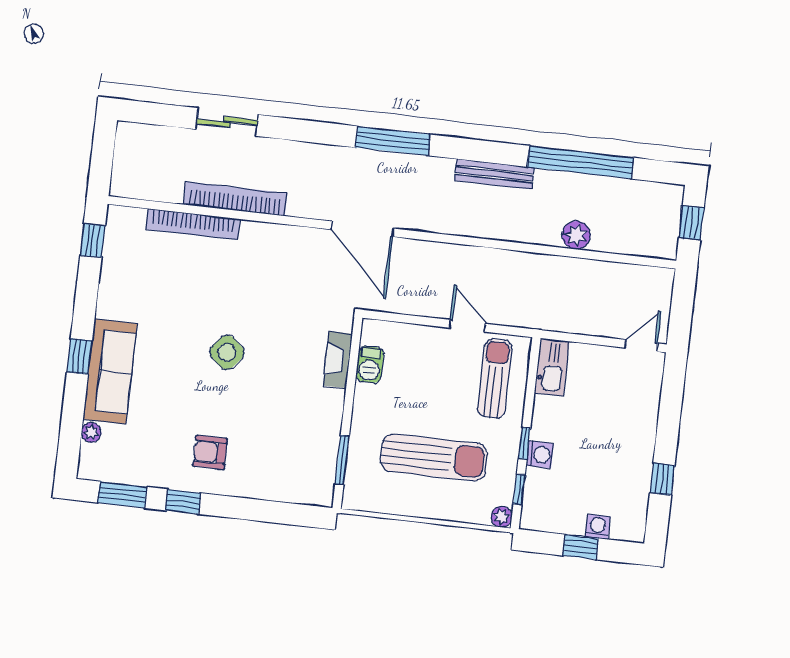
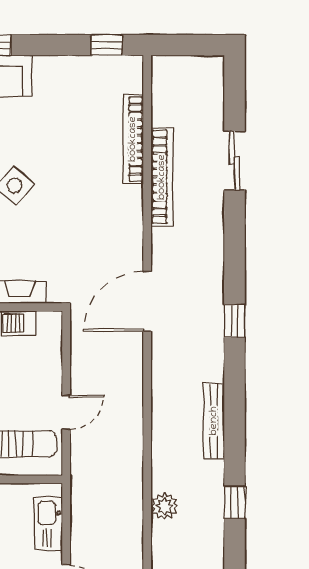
window: (393, 141) -> (235, 321), width x0.46
window: (580, 162) -> (235, 502), width x0.32
kitchen sink: (552, 367) -> (48, 524), moved, turned 90

